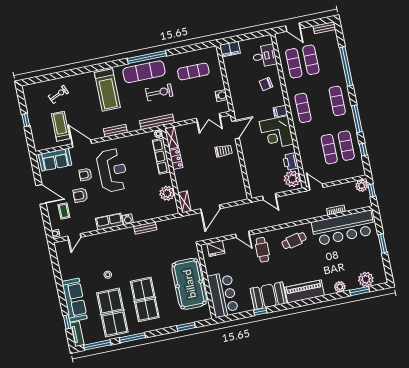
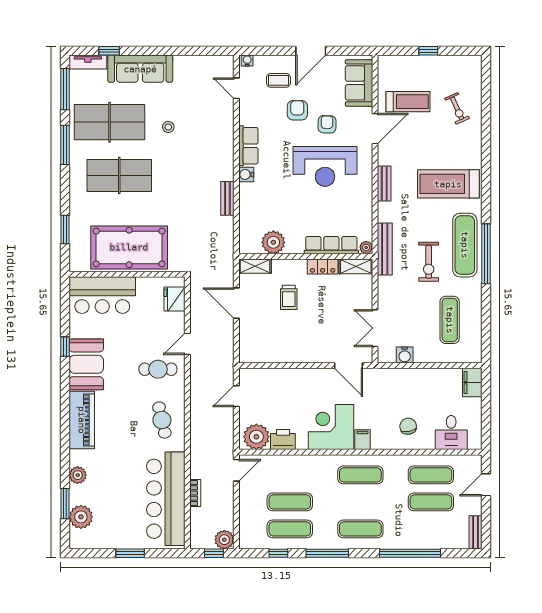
trolley: (224, 151) -> (289, 297), moved

